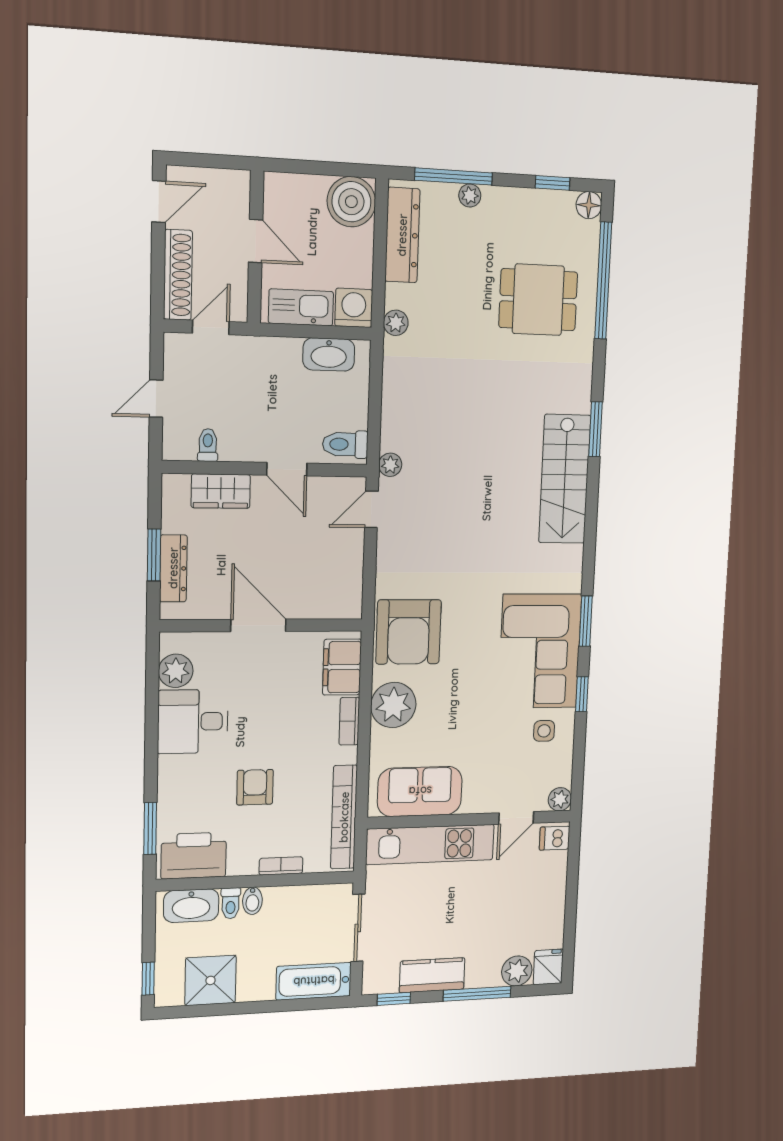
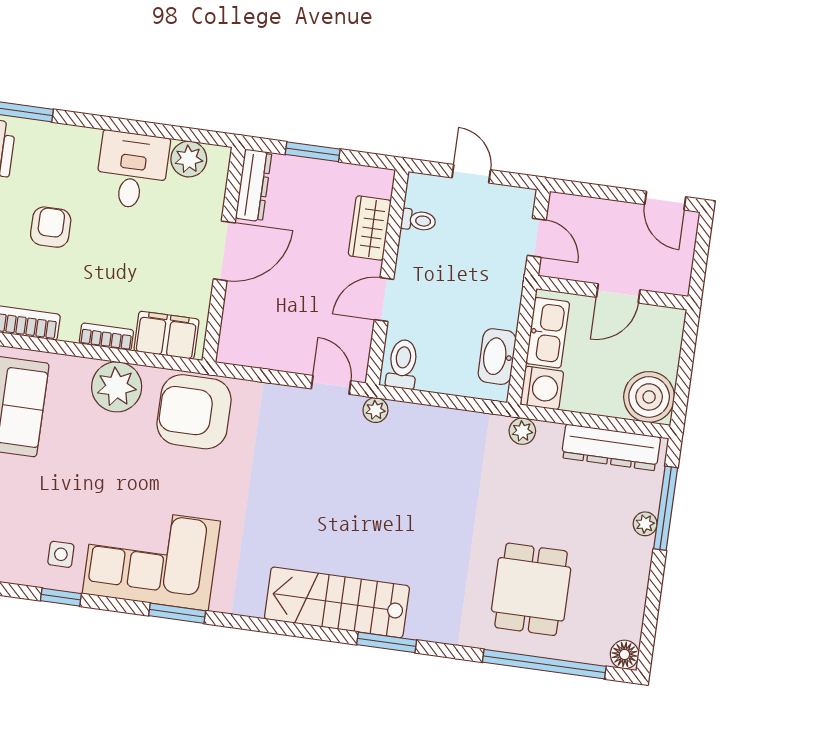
window: (553, 183) -> (651, 616), removed
shoe rack: (178, 275) -> (592, 211), removed
dresser: (173, 568) -> (254, 185), moved, turned -90
window: (582, 694) -> (61, 597), moved
armchair: (255, 787) -> (51, 227), turned -90

